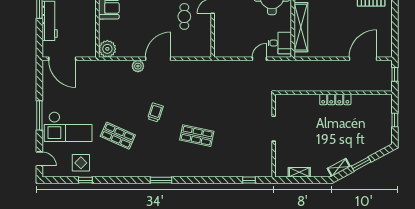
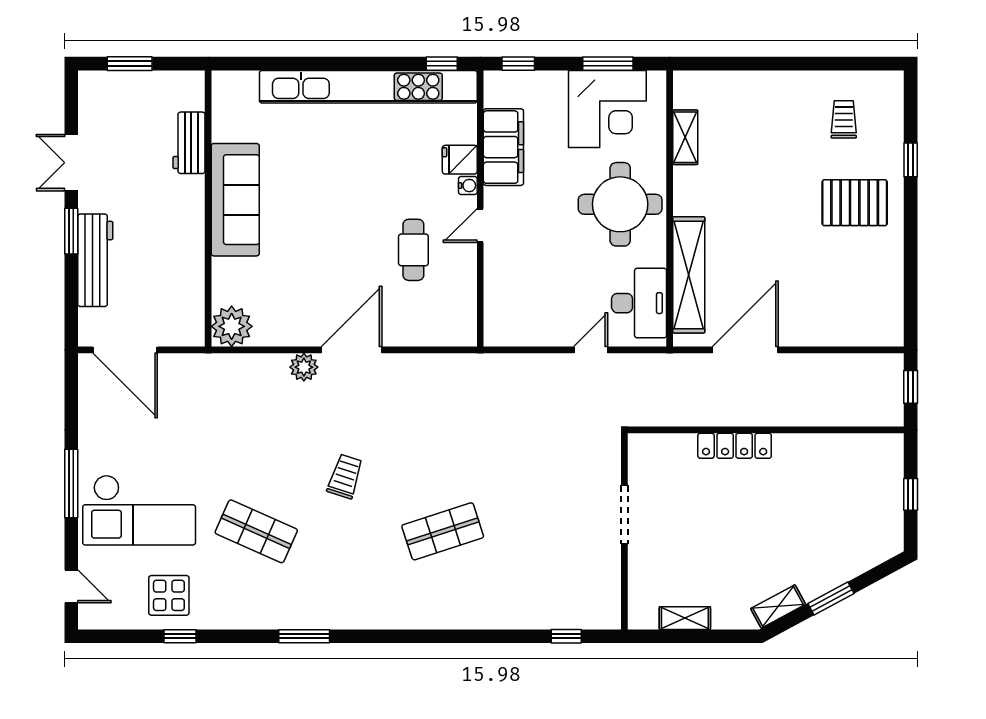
desk: (280, 43) -> (639, 303), width x1.37
door: (363, 59) -> (745, 350), moved
locker: (335, 99) -> (735, 446), moved
shop shelf: (197, 136) -> (443, 531), turned -30
window: (161, 180) -> (304, 636), moved

